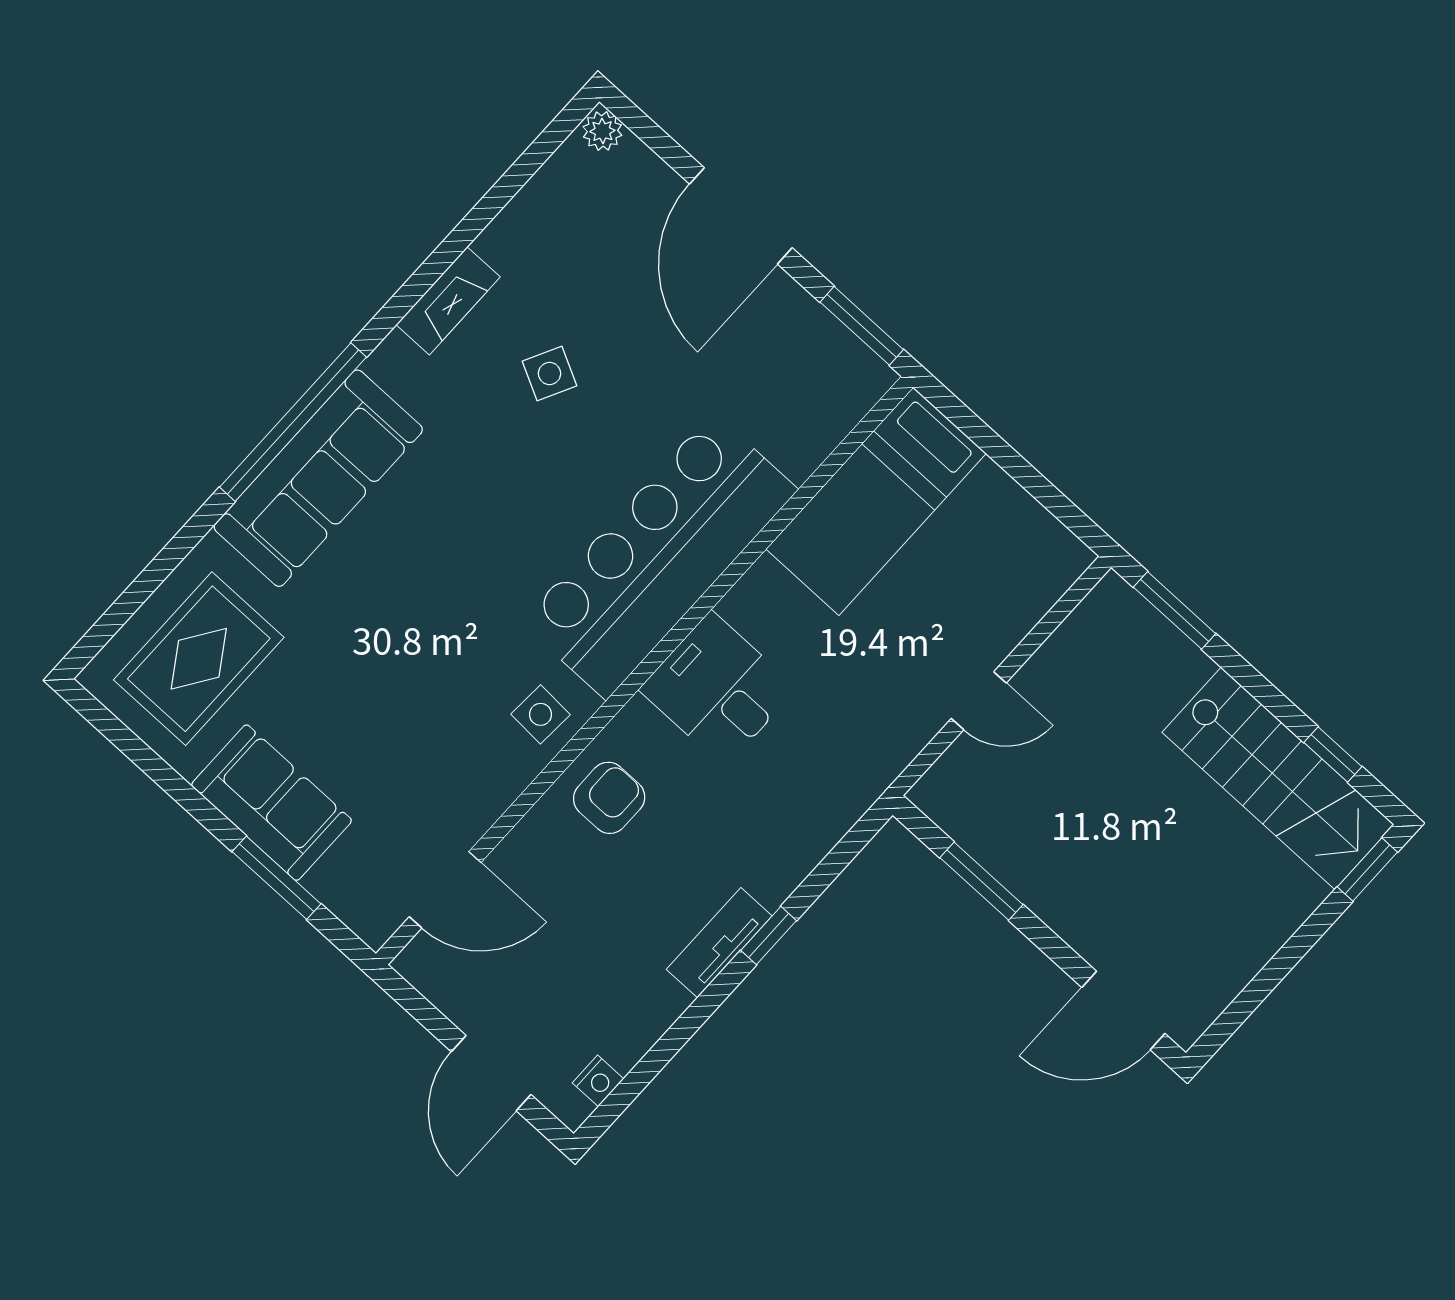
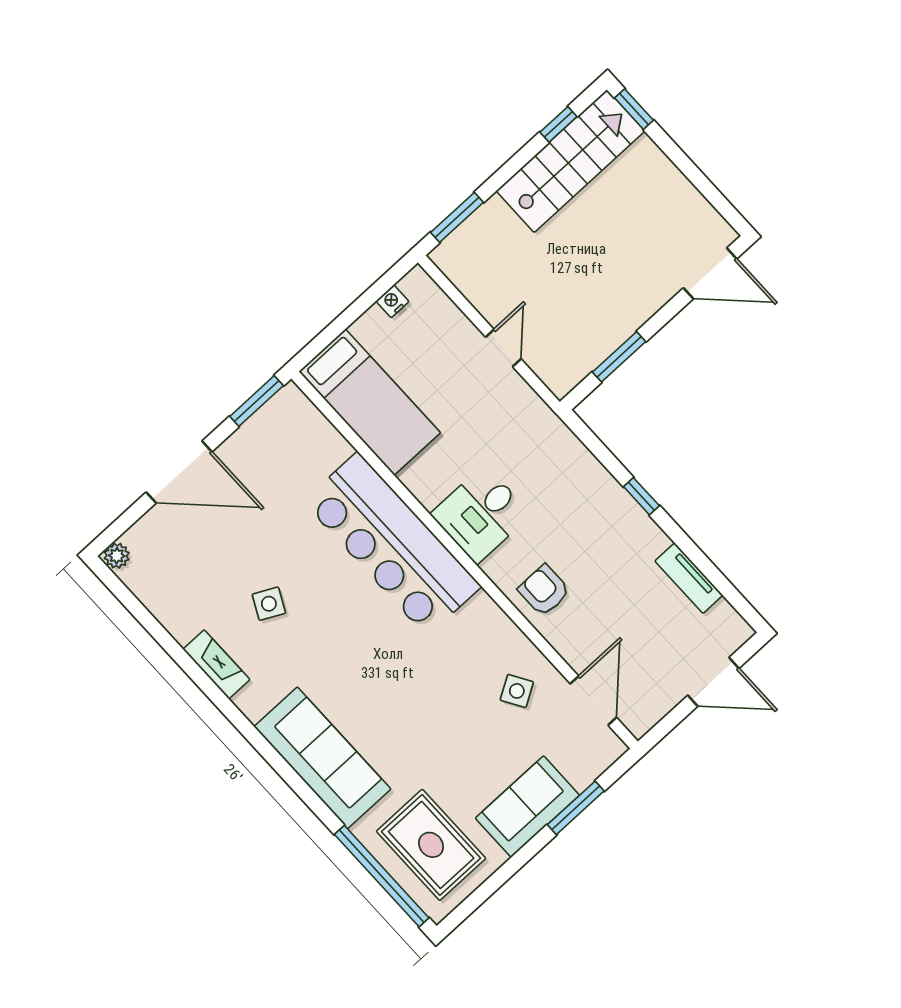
window: (293, 422) -> (382, 876), moved
side table: (541, 714) -> (517, 691), moved, turned -34
tv unit: (719, 943) -> (689, 578), moved
door: (1123, 1010) -> (710, 273), hinge flipped
nightstand: (598, 1081) -> (392, 301), moved, turned -90

